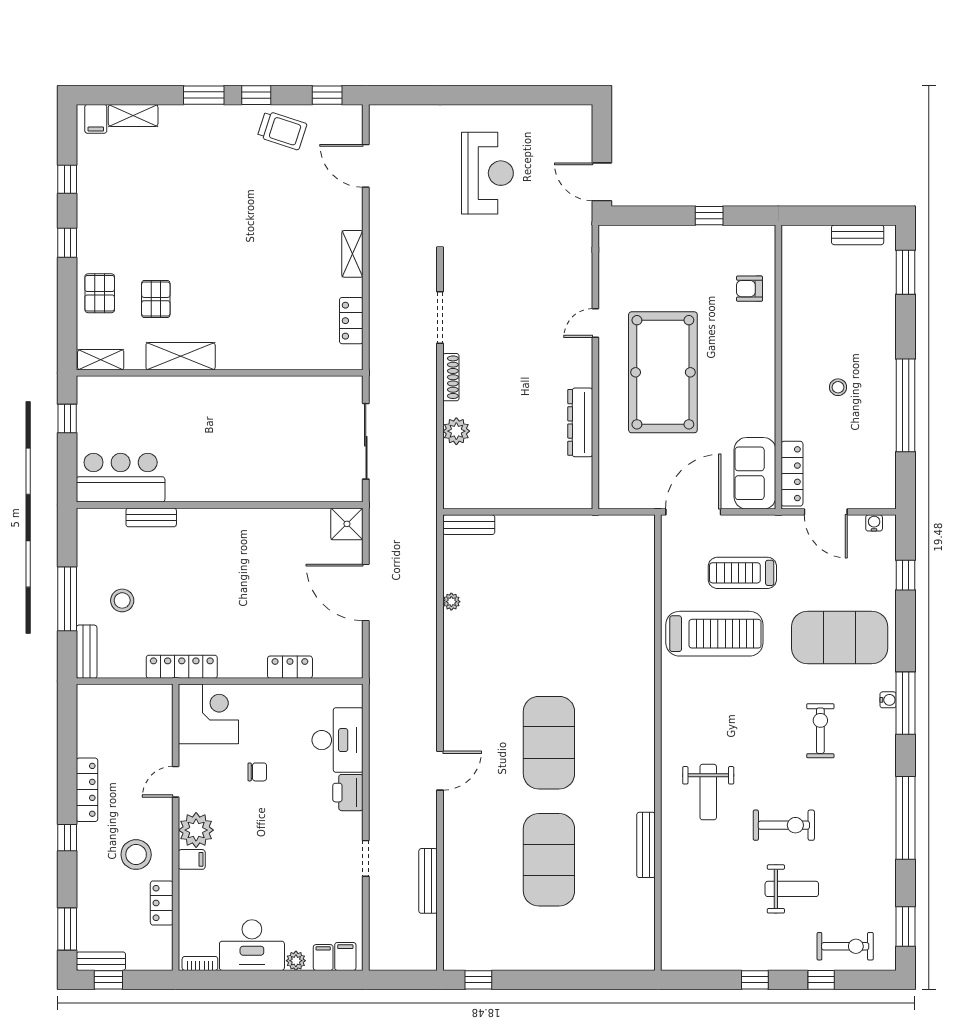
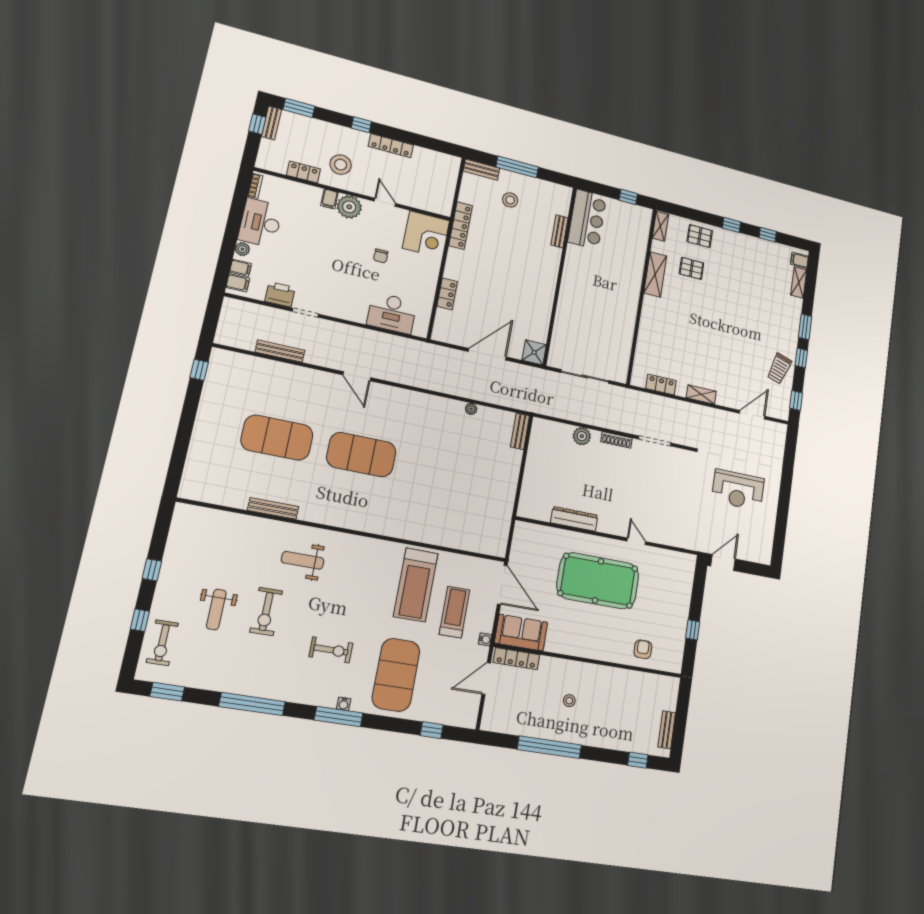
window: (906, 272) -> (638, 760), width x0.67
water cooler: (874, 523) -> (485, 639), moved
printer: (348, 793) -> (280, 294), moved

